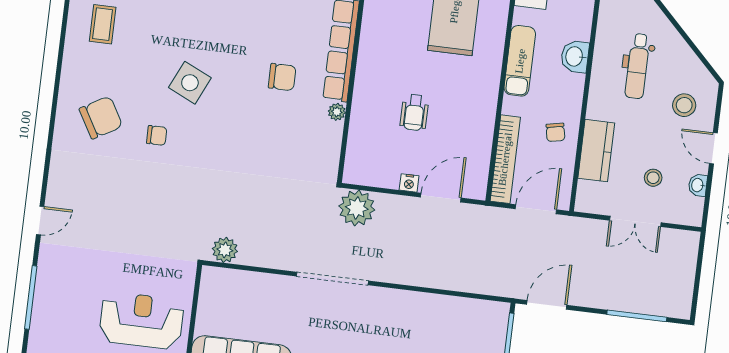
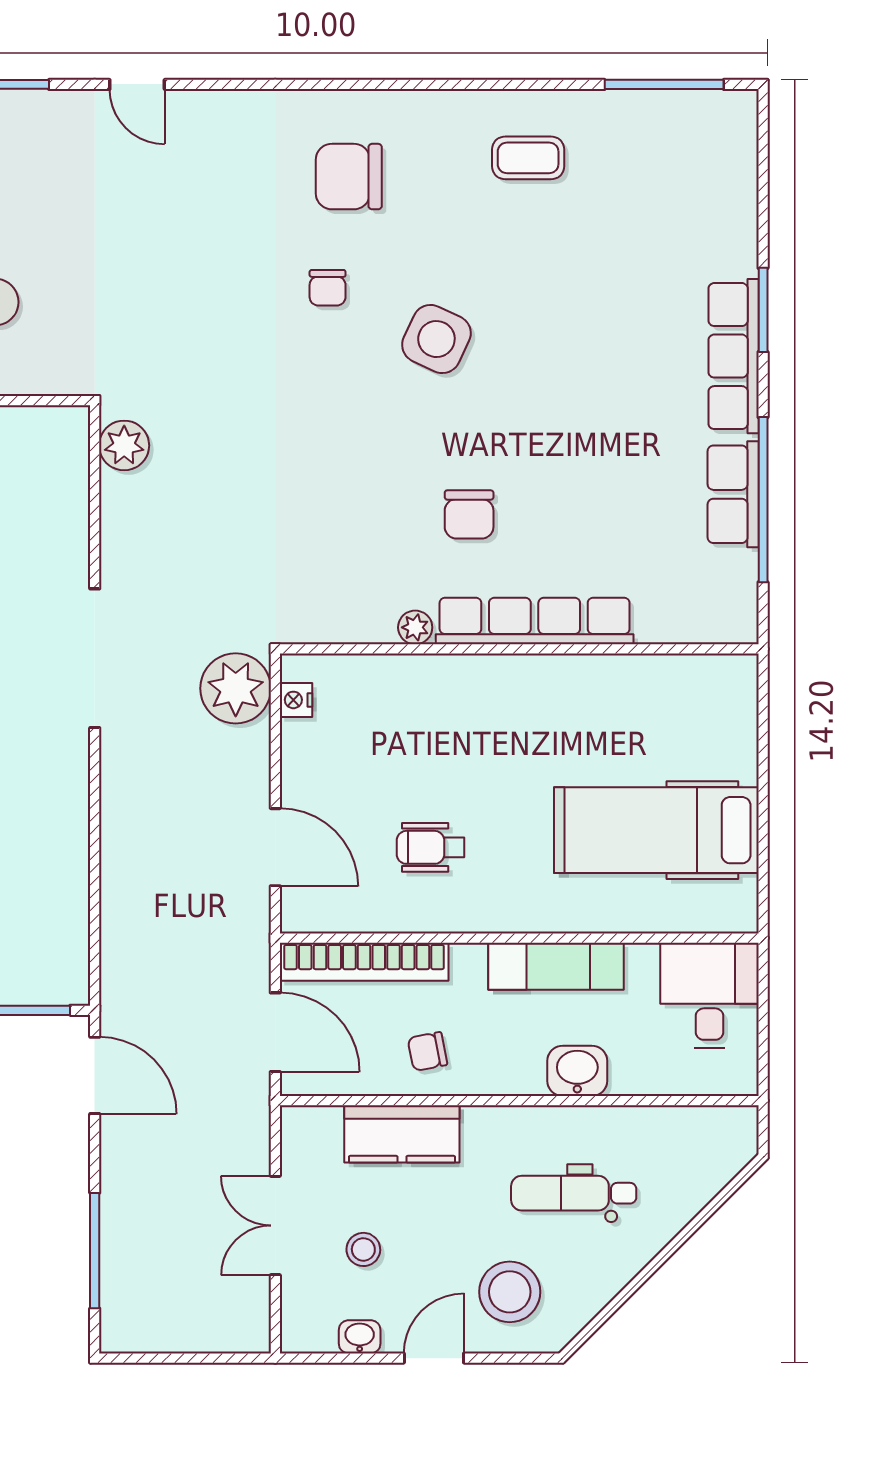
stool: (684, 105) -> (510, 1292), width x1.38, depth x1.38
wheelchair: (414, 112) -> (431, 847), moved
chair: (101, 118) -> (349, 177), turned 120
nightstand: (409, 183) -> (296, 700), moved

